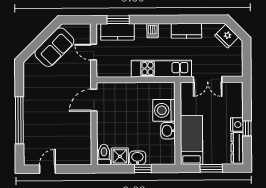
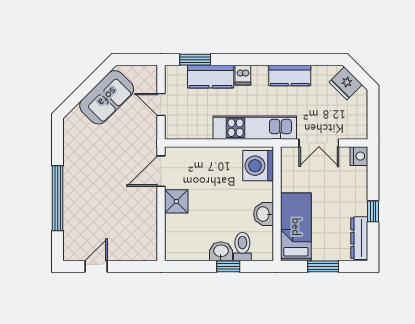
kitchen counter: (117, 32) -> (211, 77), moved
washing machine: (164, 110) -> (258, 166), moved
nightstand: (237, 124) -> (359, 156), moved
toilet: (104, 155) -> (242, 247), moved
shower: (120, 156) -> (176, 201), moved

